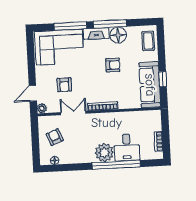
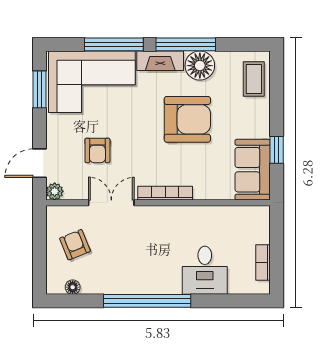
window: (31, 53) -> (39, 89), added
armchair: (113, 65) -> (187, 119), width x1.88, depth x1.88
sofa: (150, 85) -> (253, 170), width x0.73
plant: (104, 153) -> (164, 278), removed
window: (116, 165) -> (147, 301), moved

